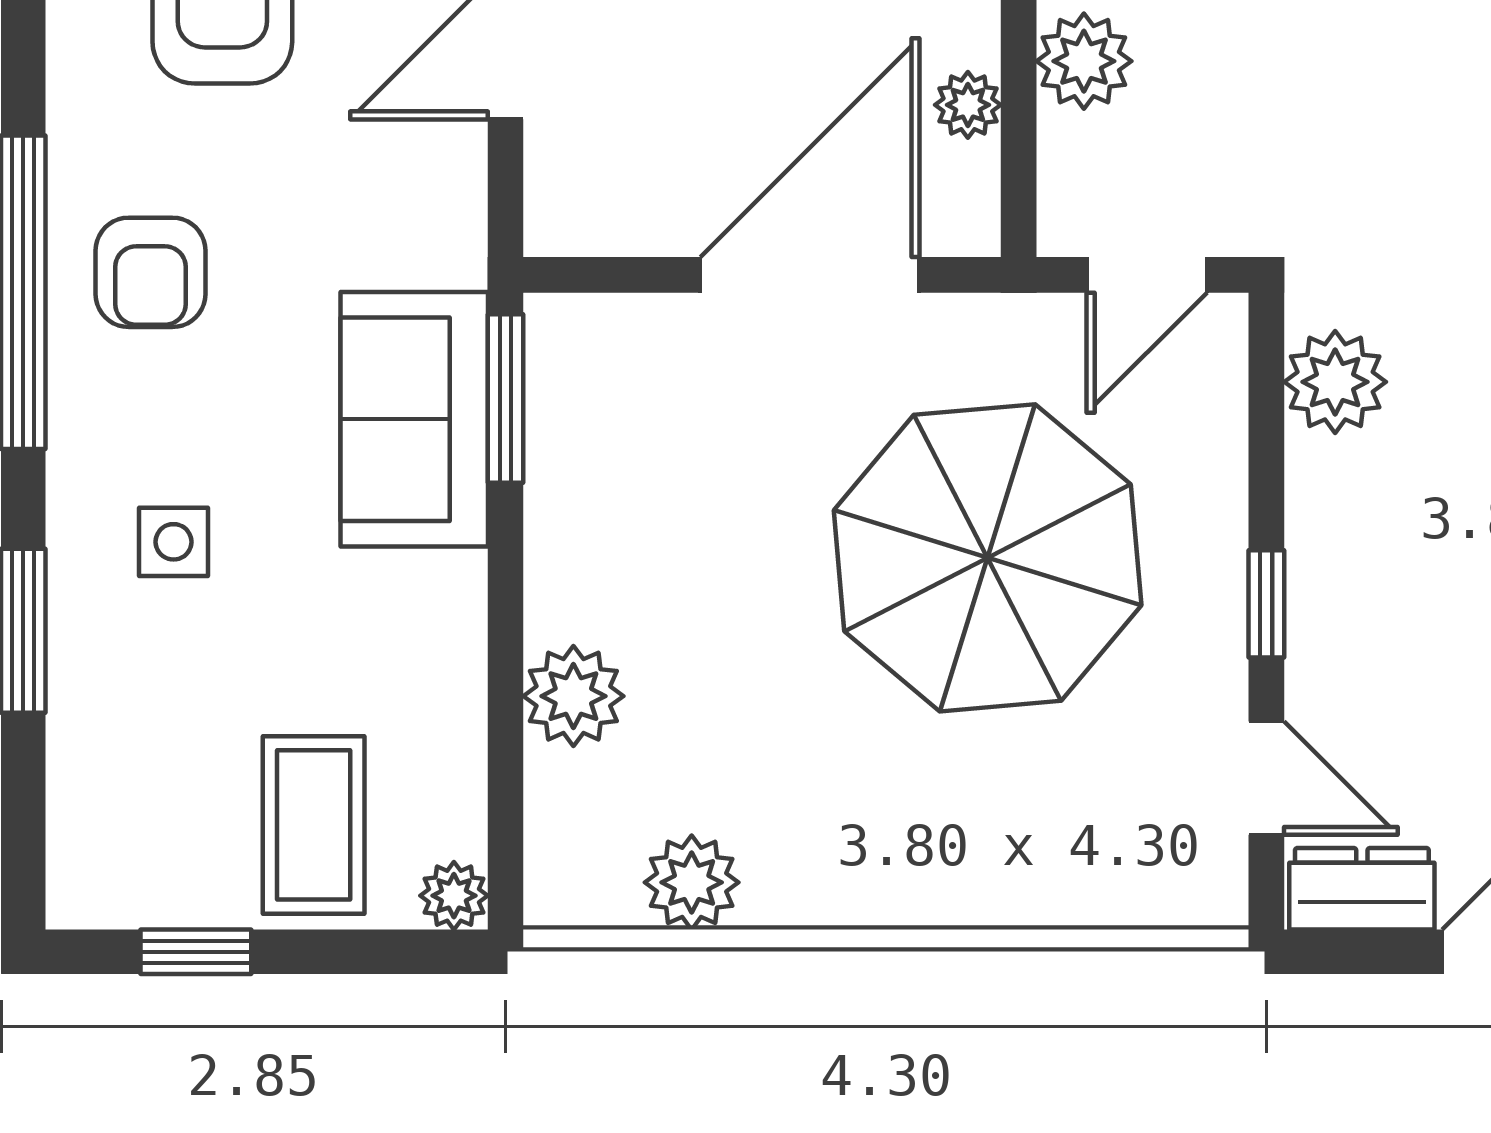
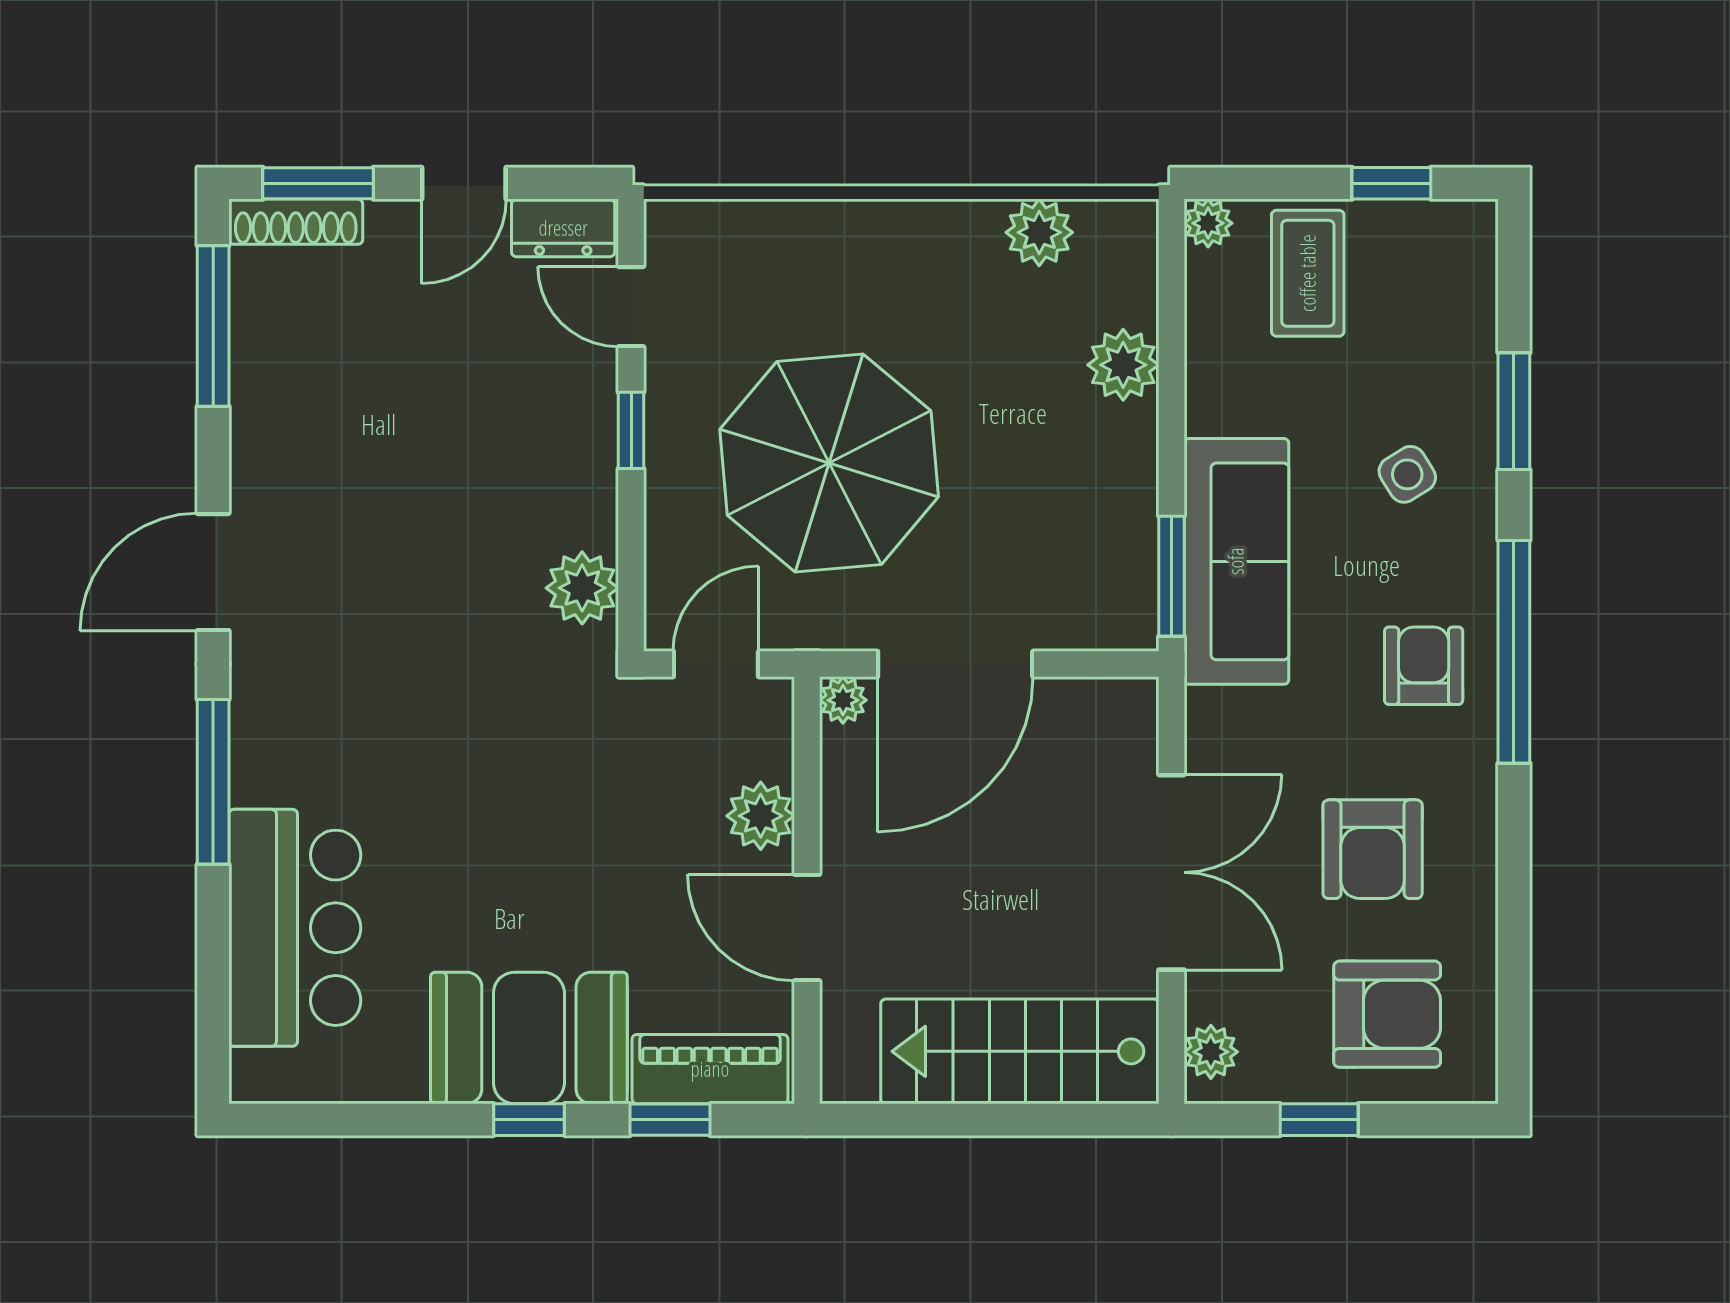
plant: (968, 105) -> (843, 700), moved
sofa: (414, 419) -> (1236, 561), width x1.36
side table: (174, 542) -> (1407, 474), turned -32

